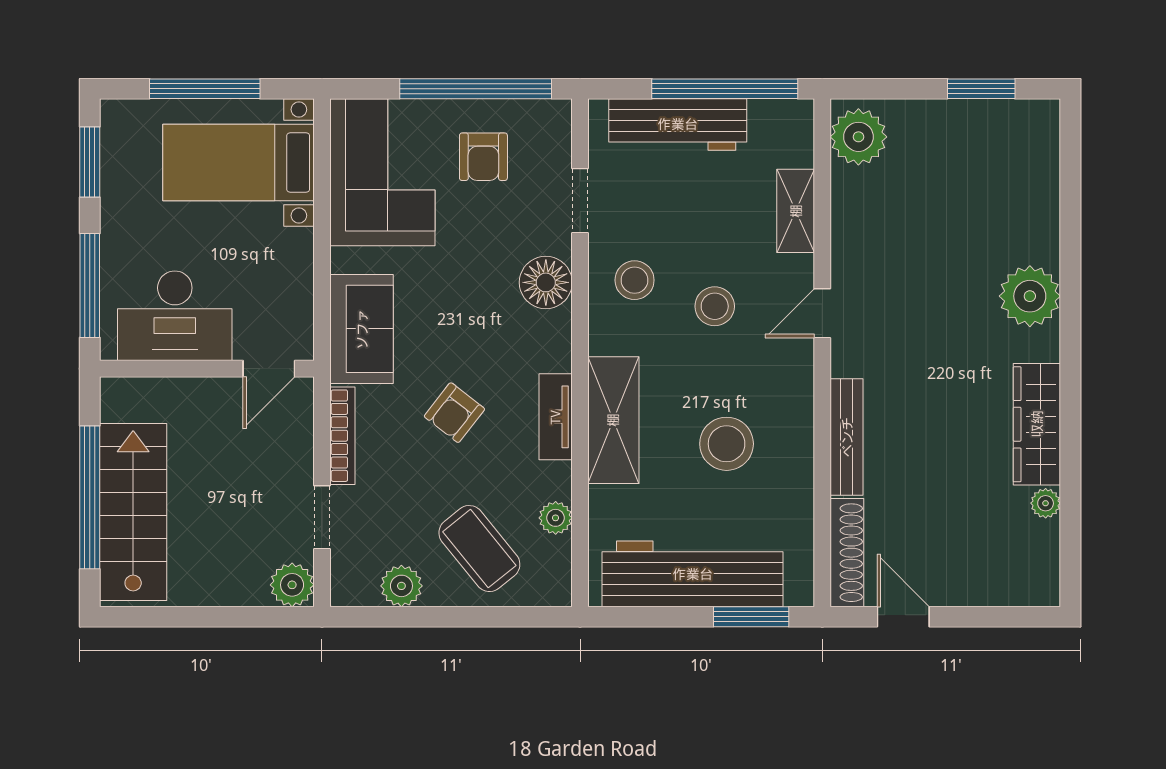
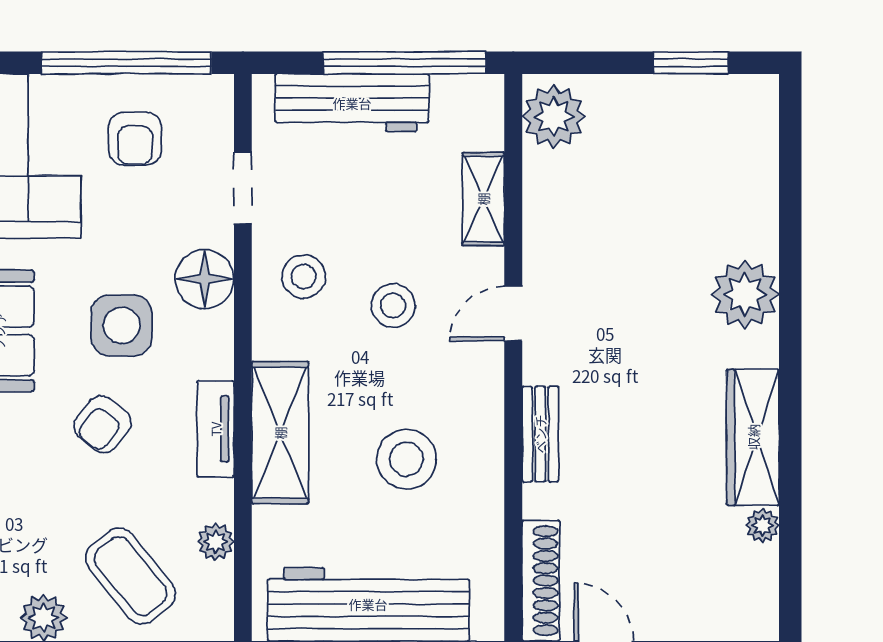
side table: (471, 324) -> (122, 325), added
bench: (847, 437) -> (540, 434), width x0.73

